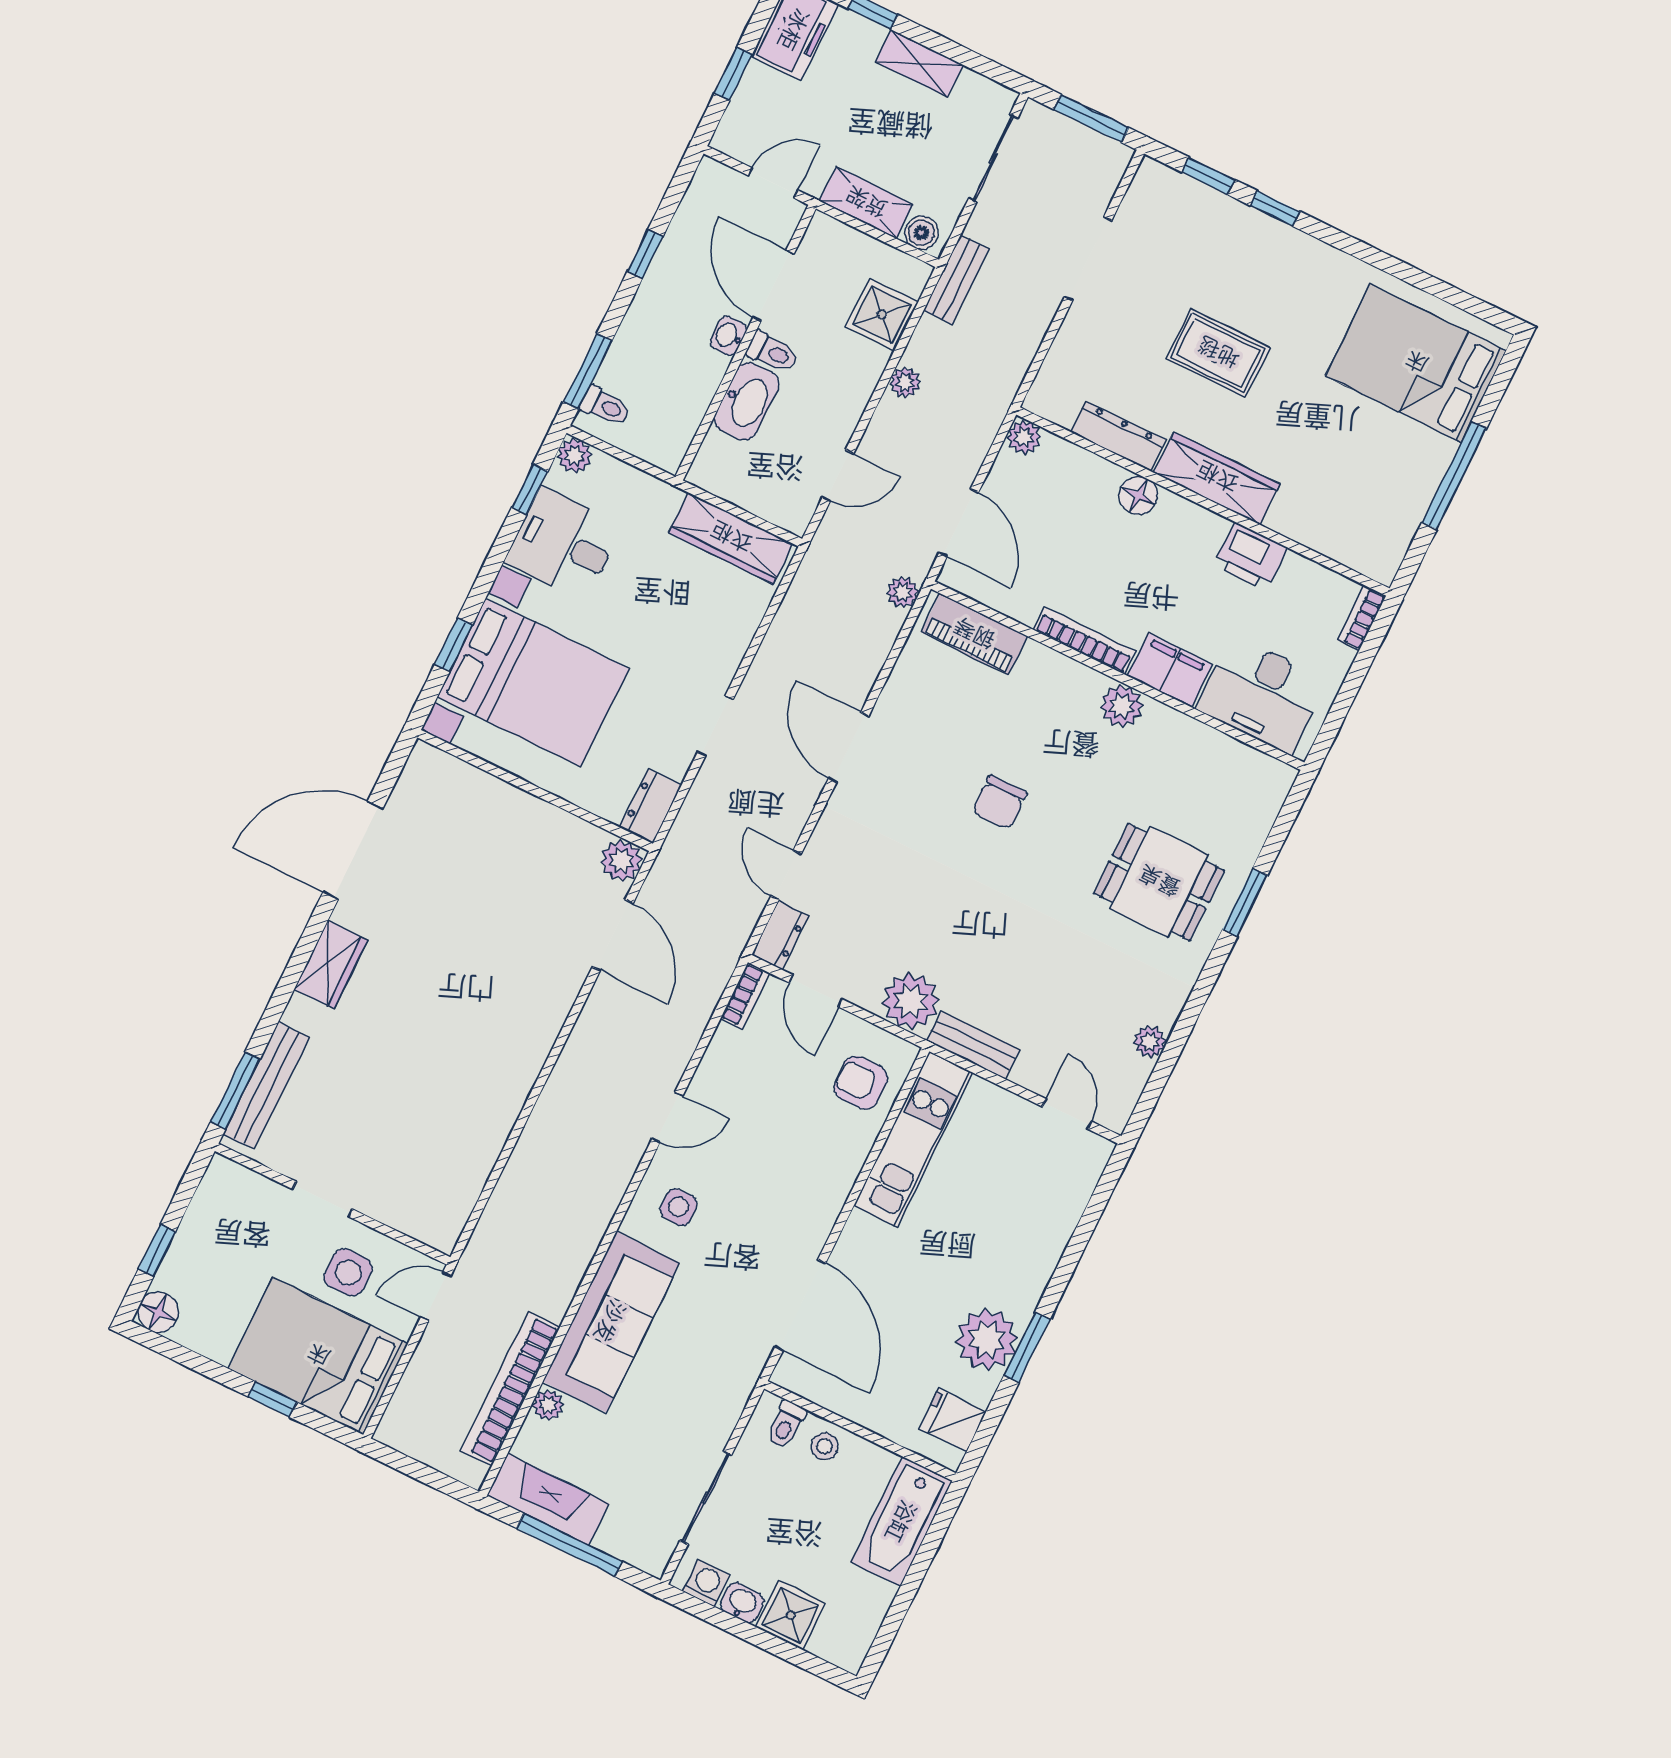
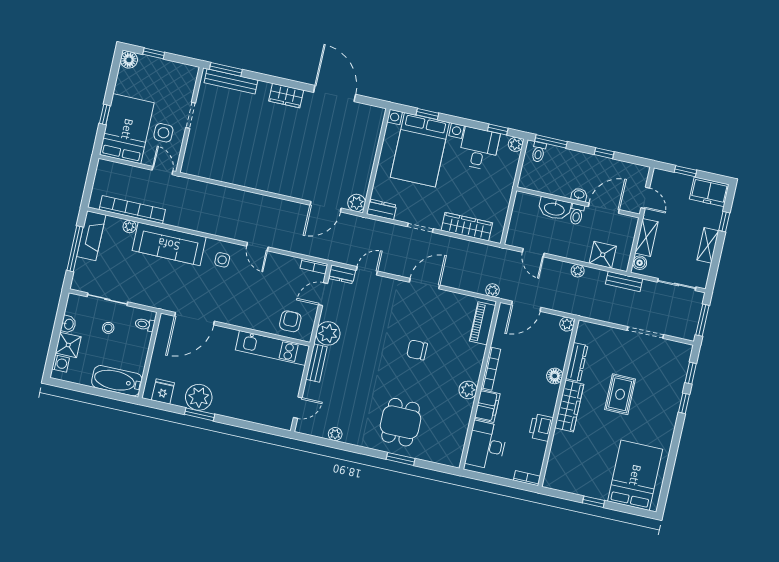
window: (1454, 476) -> (594, 502), width x0.46
wardrobe: (731, 538) -> (467, 227), moved, turned 90
stool: (825, 1446) -> (108, 328), moved
washing machine: (706, 1583) -> (61, 363), moved

